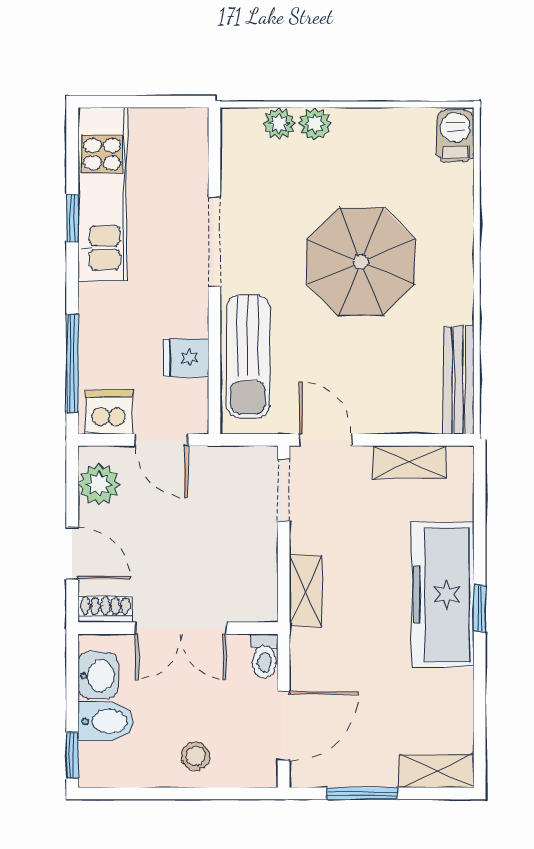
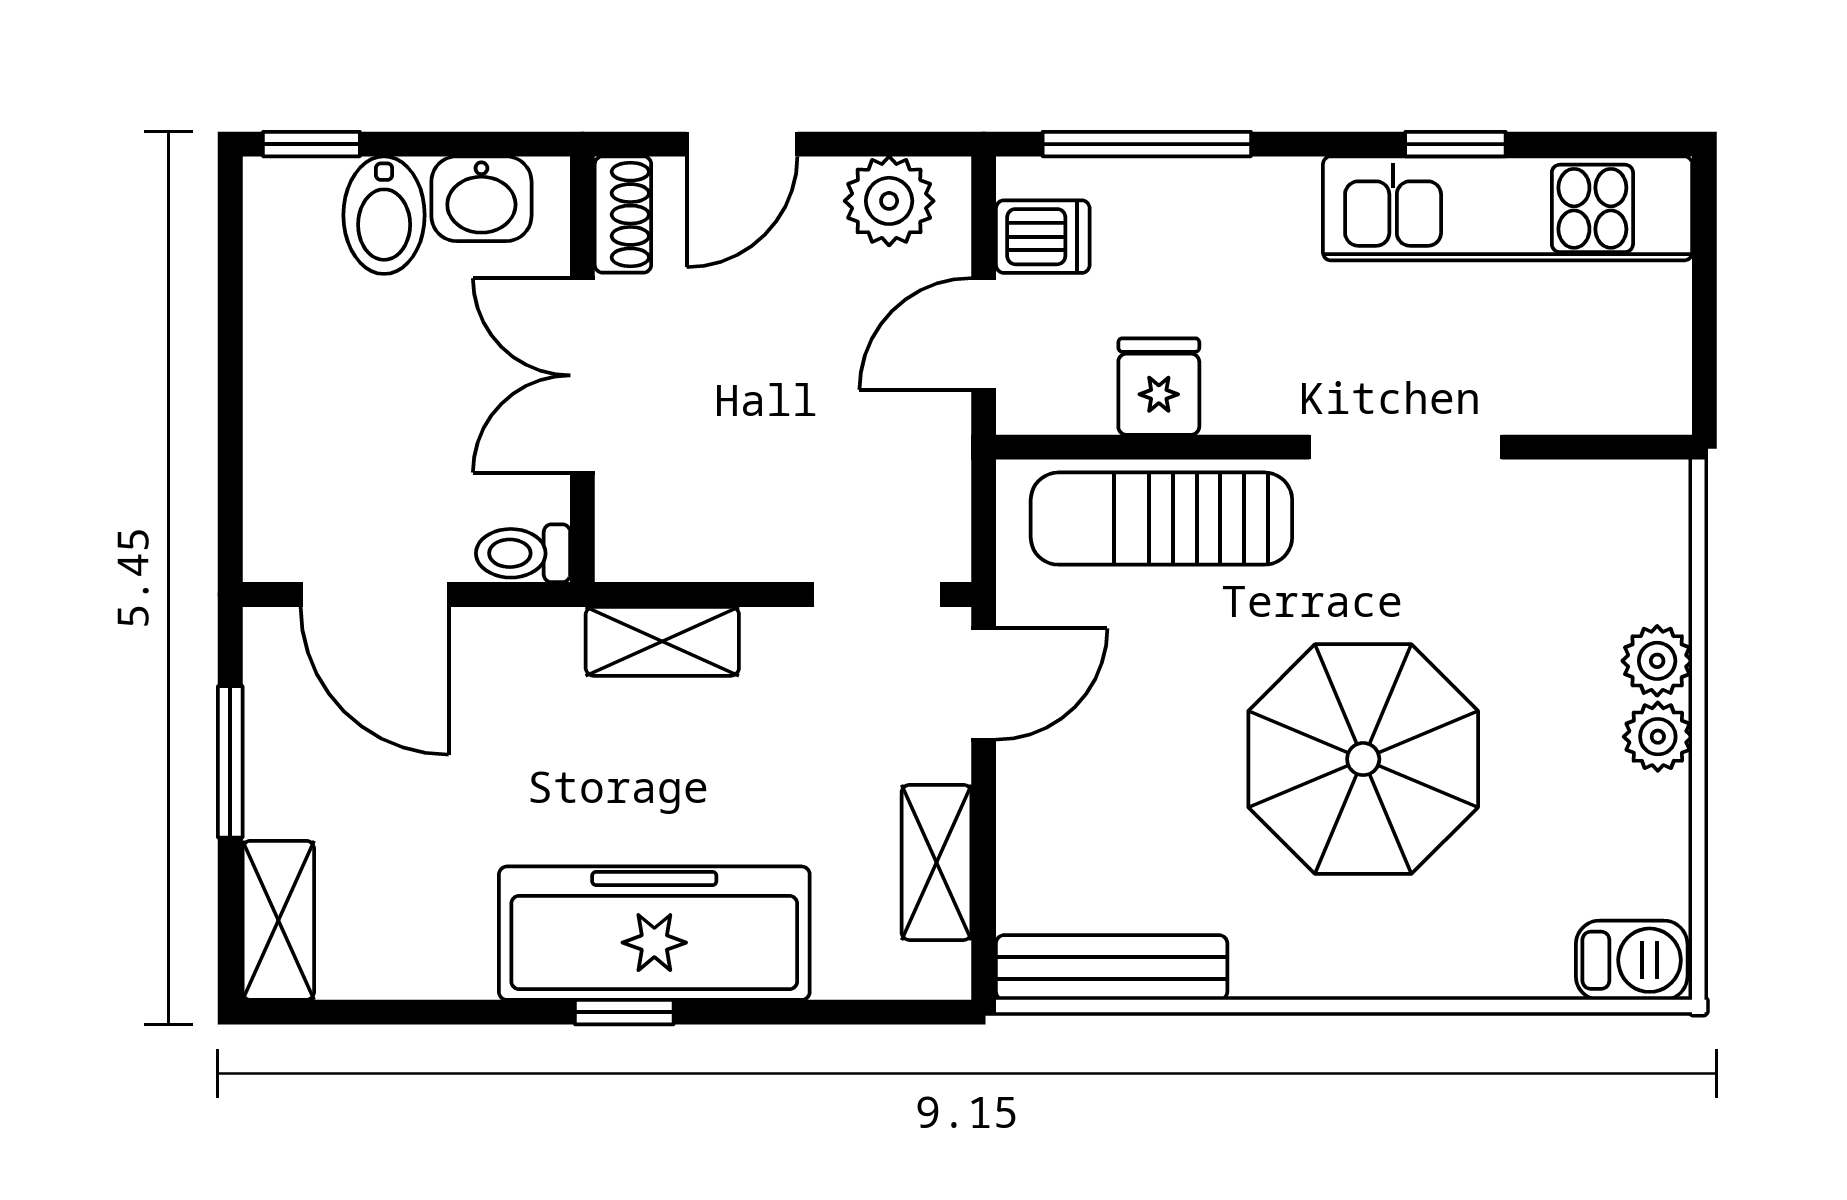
plant: (279, 123) -> (1658, 737), moved
dishwasher: (109, 412) -> (1043, 237), width x0.73
stool: (195, 756) -> (309, 406), removed

